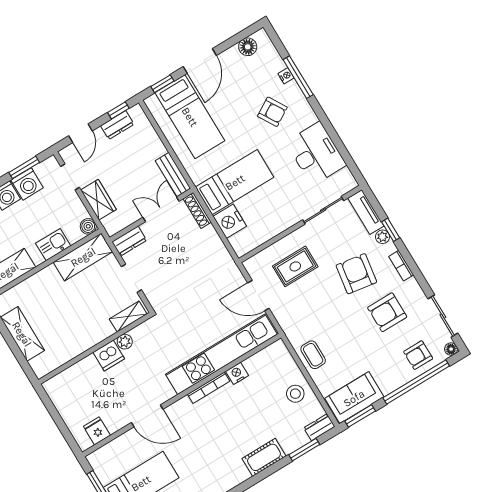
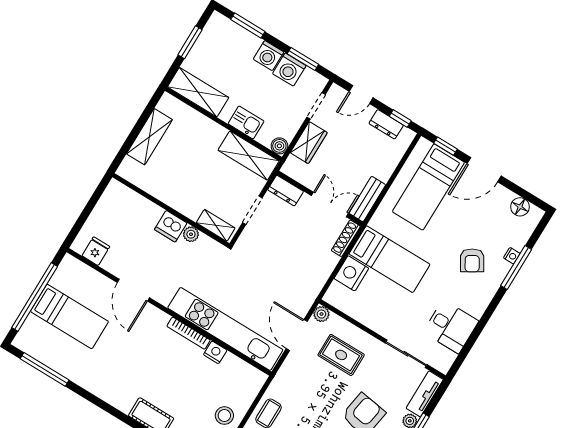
desk: (316, 154) -> (451, 327), width x0.73
plant: (251, 265) -> (321, 314), added

